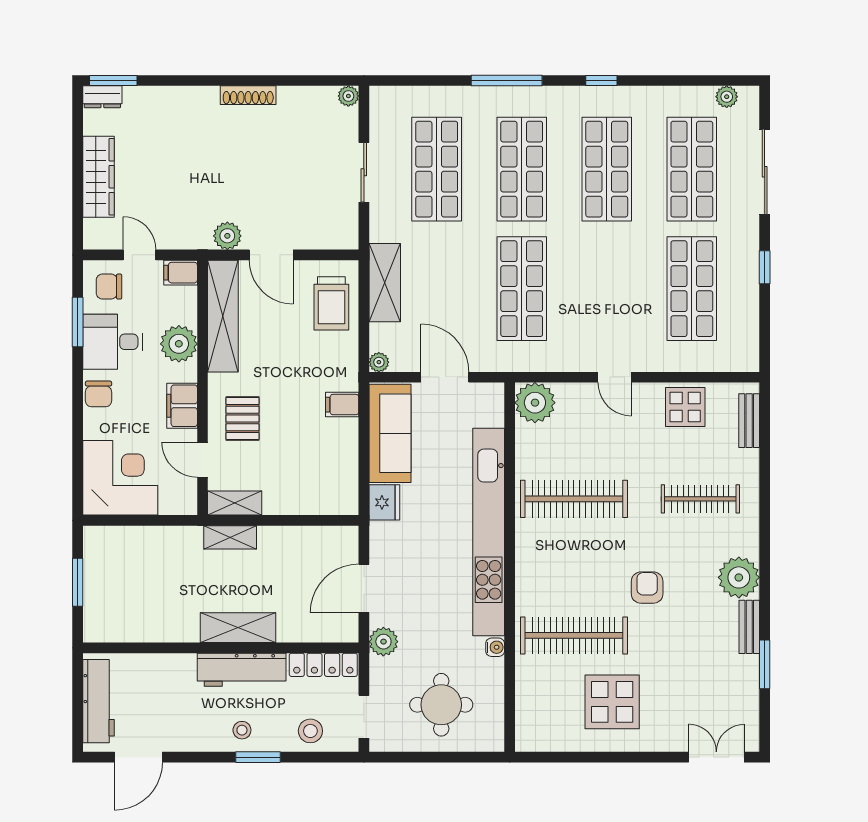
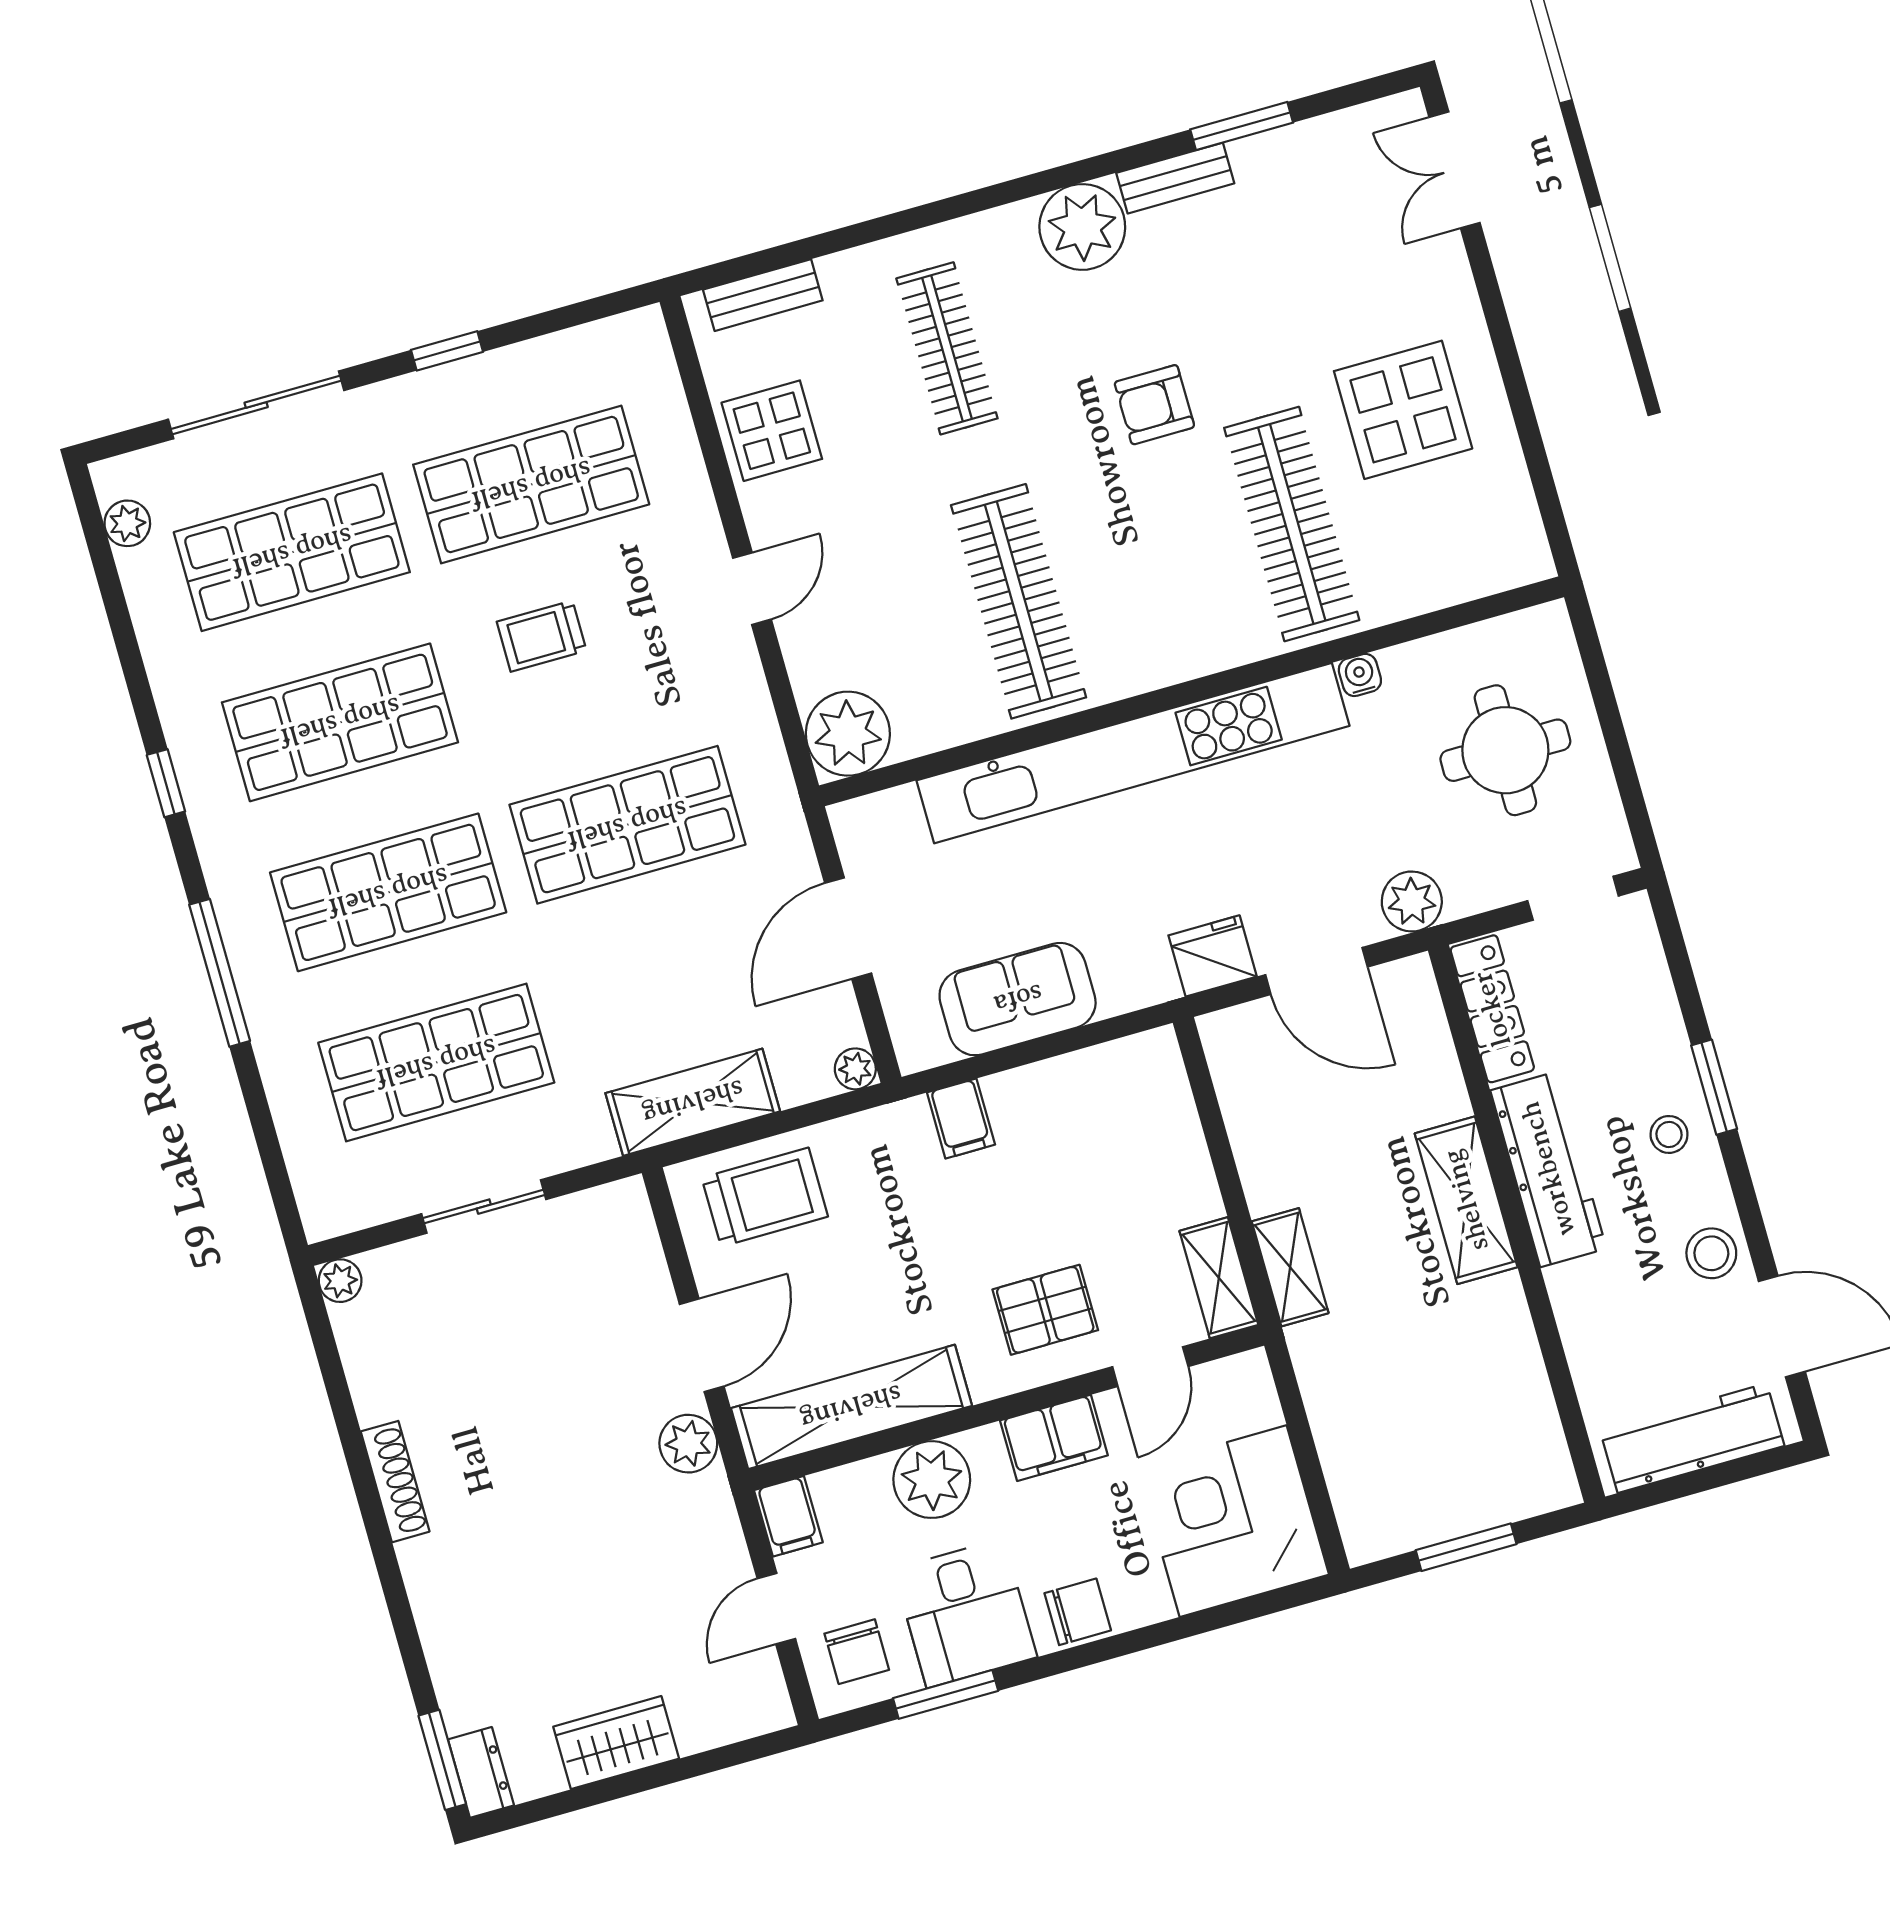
wardrobe: (98, 177) -> (616, 1743), width x0.67
trolley: (620, 274) -> (542, 636), added
sofa: (390, 433) -> (1018, 999), width x0.73
fridge: (384, 502) -> (1213, 956), moved
stool: (310, 731) -> (1711, 1253), moved

